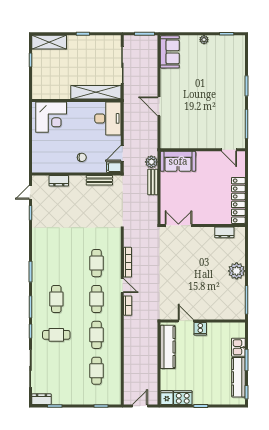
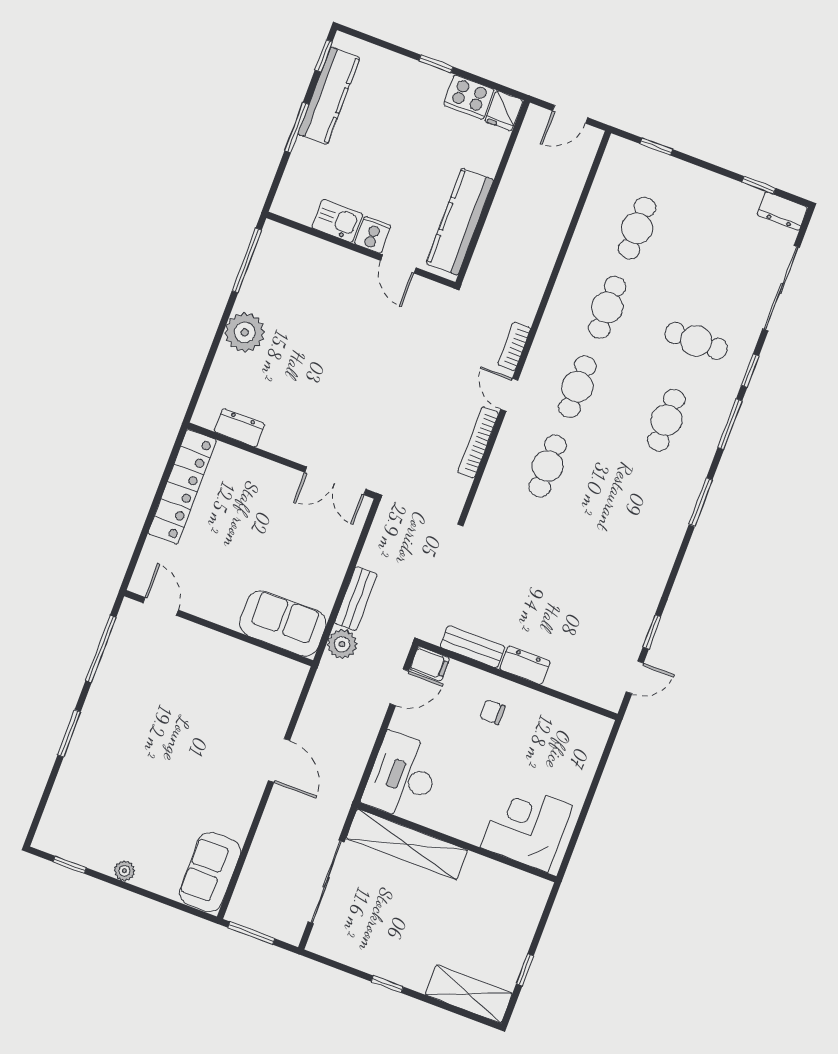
dresser: (59, 181) -> (525, 665), moved
kitchen sink: (238, 347) -> (337, 221), moved, turned -90

